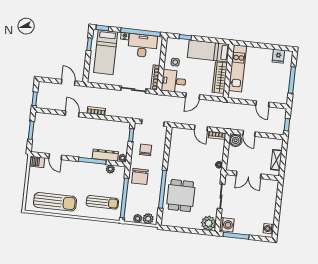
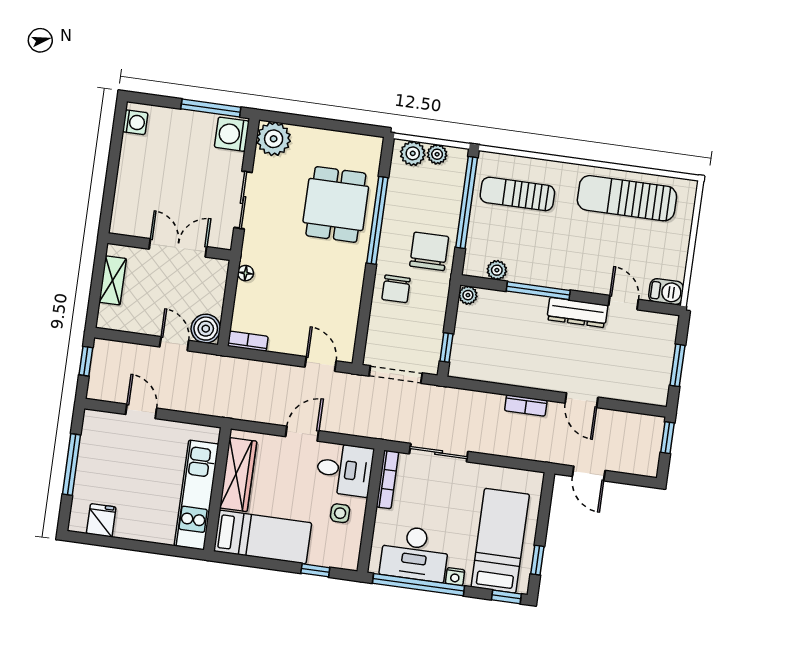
door: (201, 128) -> (321, 364), moved
chair: (146, 150) -> (396, 289), moved
dresser: (105, 155) -> (577, 312), moved

